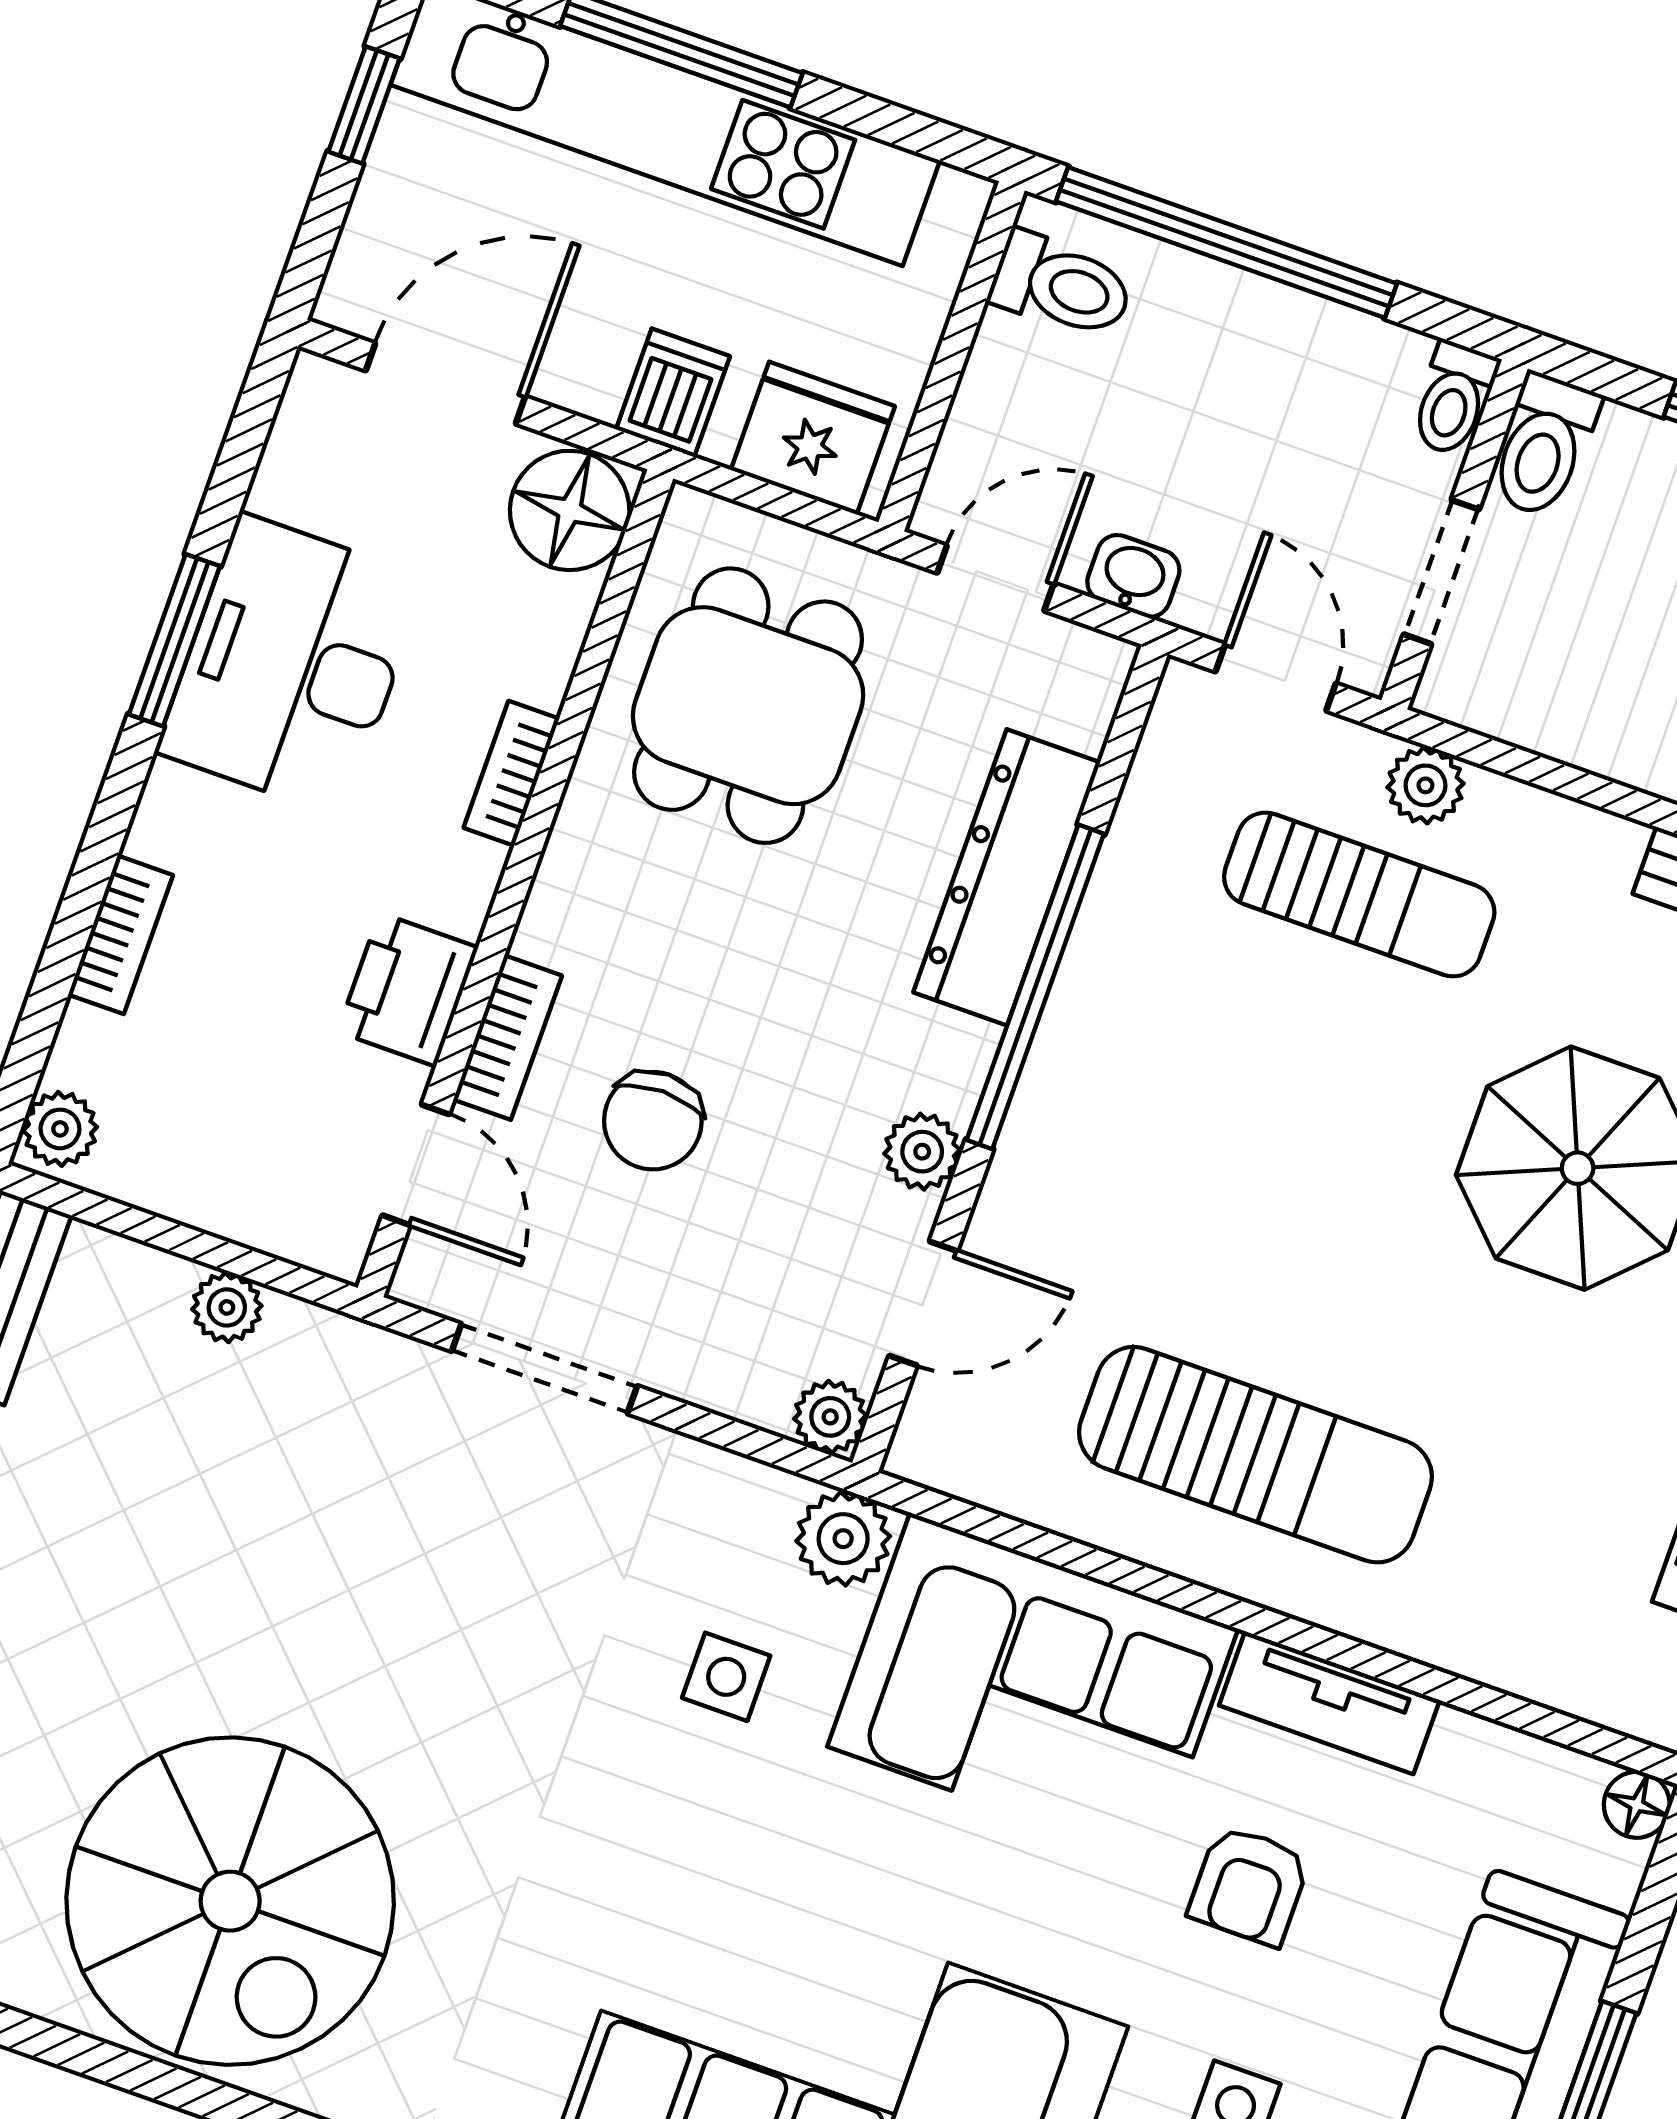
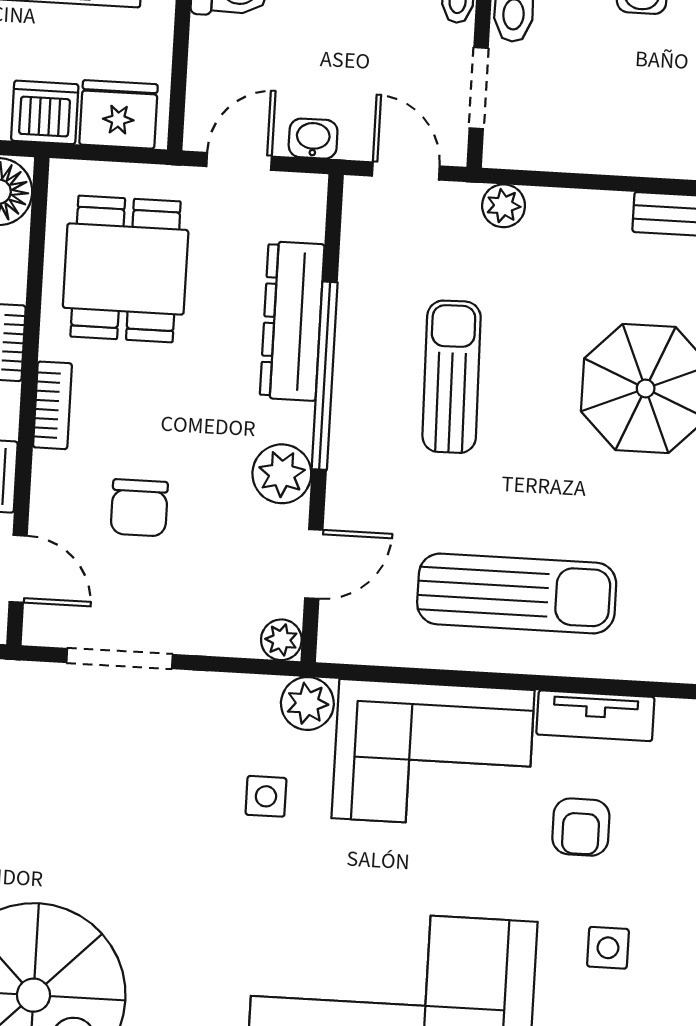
dishwasher: (673, 393) -> (45, 112), width x1.38
sun lounger: (1359, 895) -> (452, 377), moved, turned -91
bookcase: (508, 1038) -> (52, 405), moved
plant: (922, 1152) -> (282, 474), width x1.38, depth x1.38

